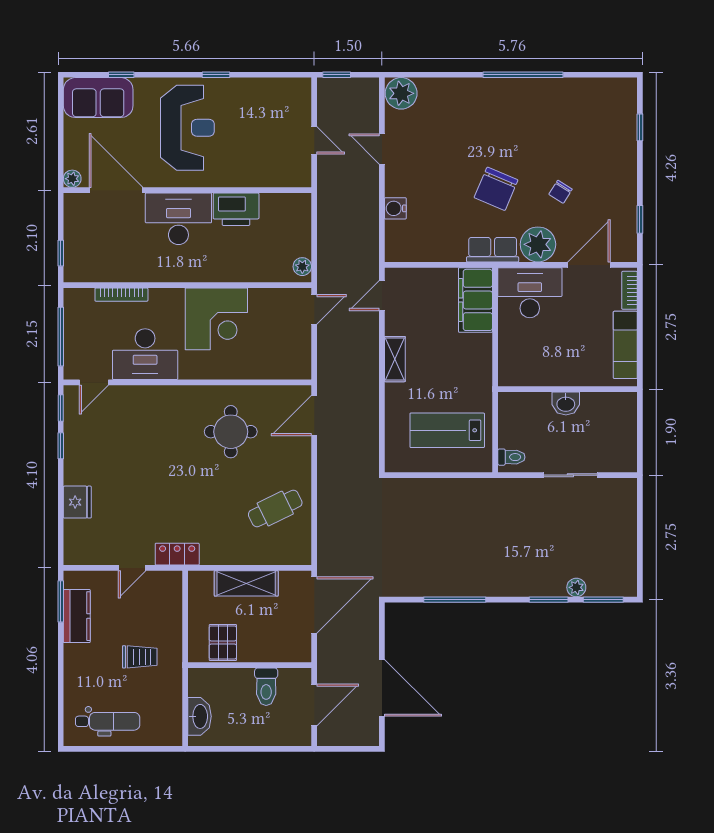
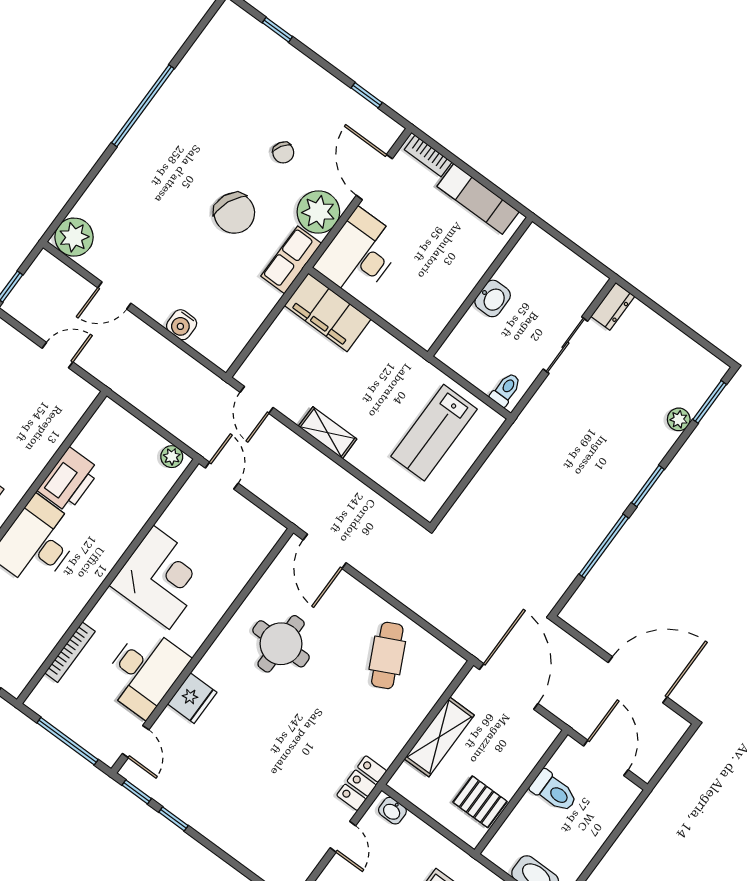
dresser: (620, 488) -> (613, 306), added
fridge: (77, 502) -> (192, 698), moved, turned 90
washbasin: (174, 588) -> (392, 811), added
window: (549, 600) -> (648, 486), moved

